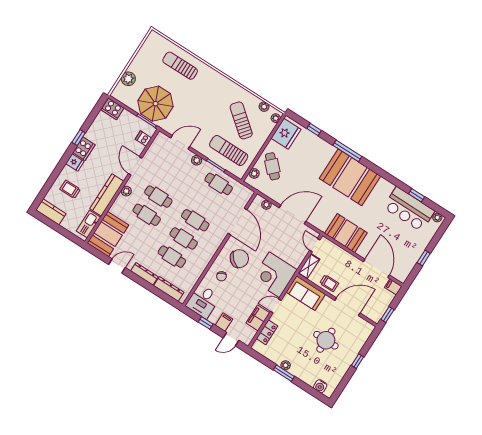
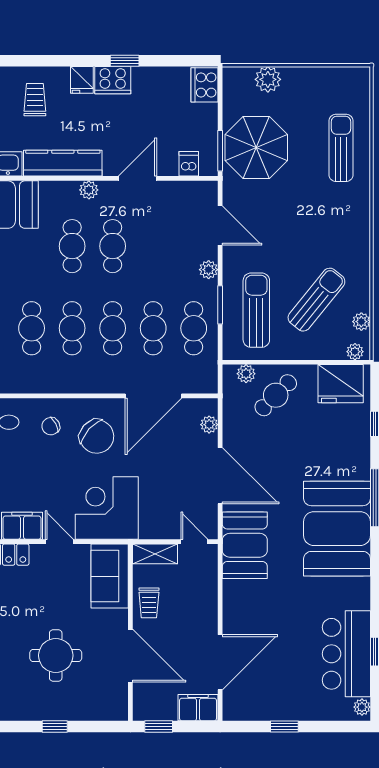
cafe table: (207, 202) -> (153, 328), added
booth: (346, 233) -> (245, 545), moved
door: (315, 245) -> (194, 542), hinge flipped
filing cabinet: (393, 287) -> (198, 708), width x2.00

